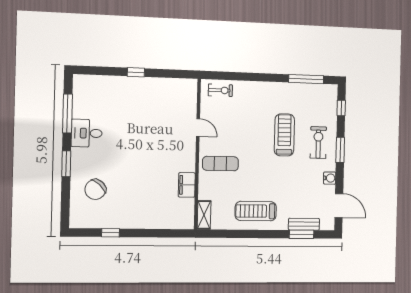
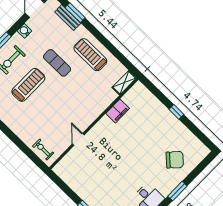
treadmill: (284, 135) -> (28, 85), turned 180
exercise mat: (220, 164) -> (57, 63), moved
treadmill: (256, 211) -> (90, 55), turned 180
window: (111, 233) -> (176, 112), moved

